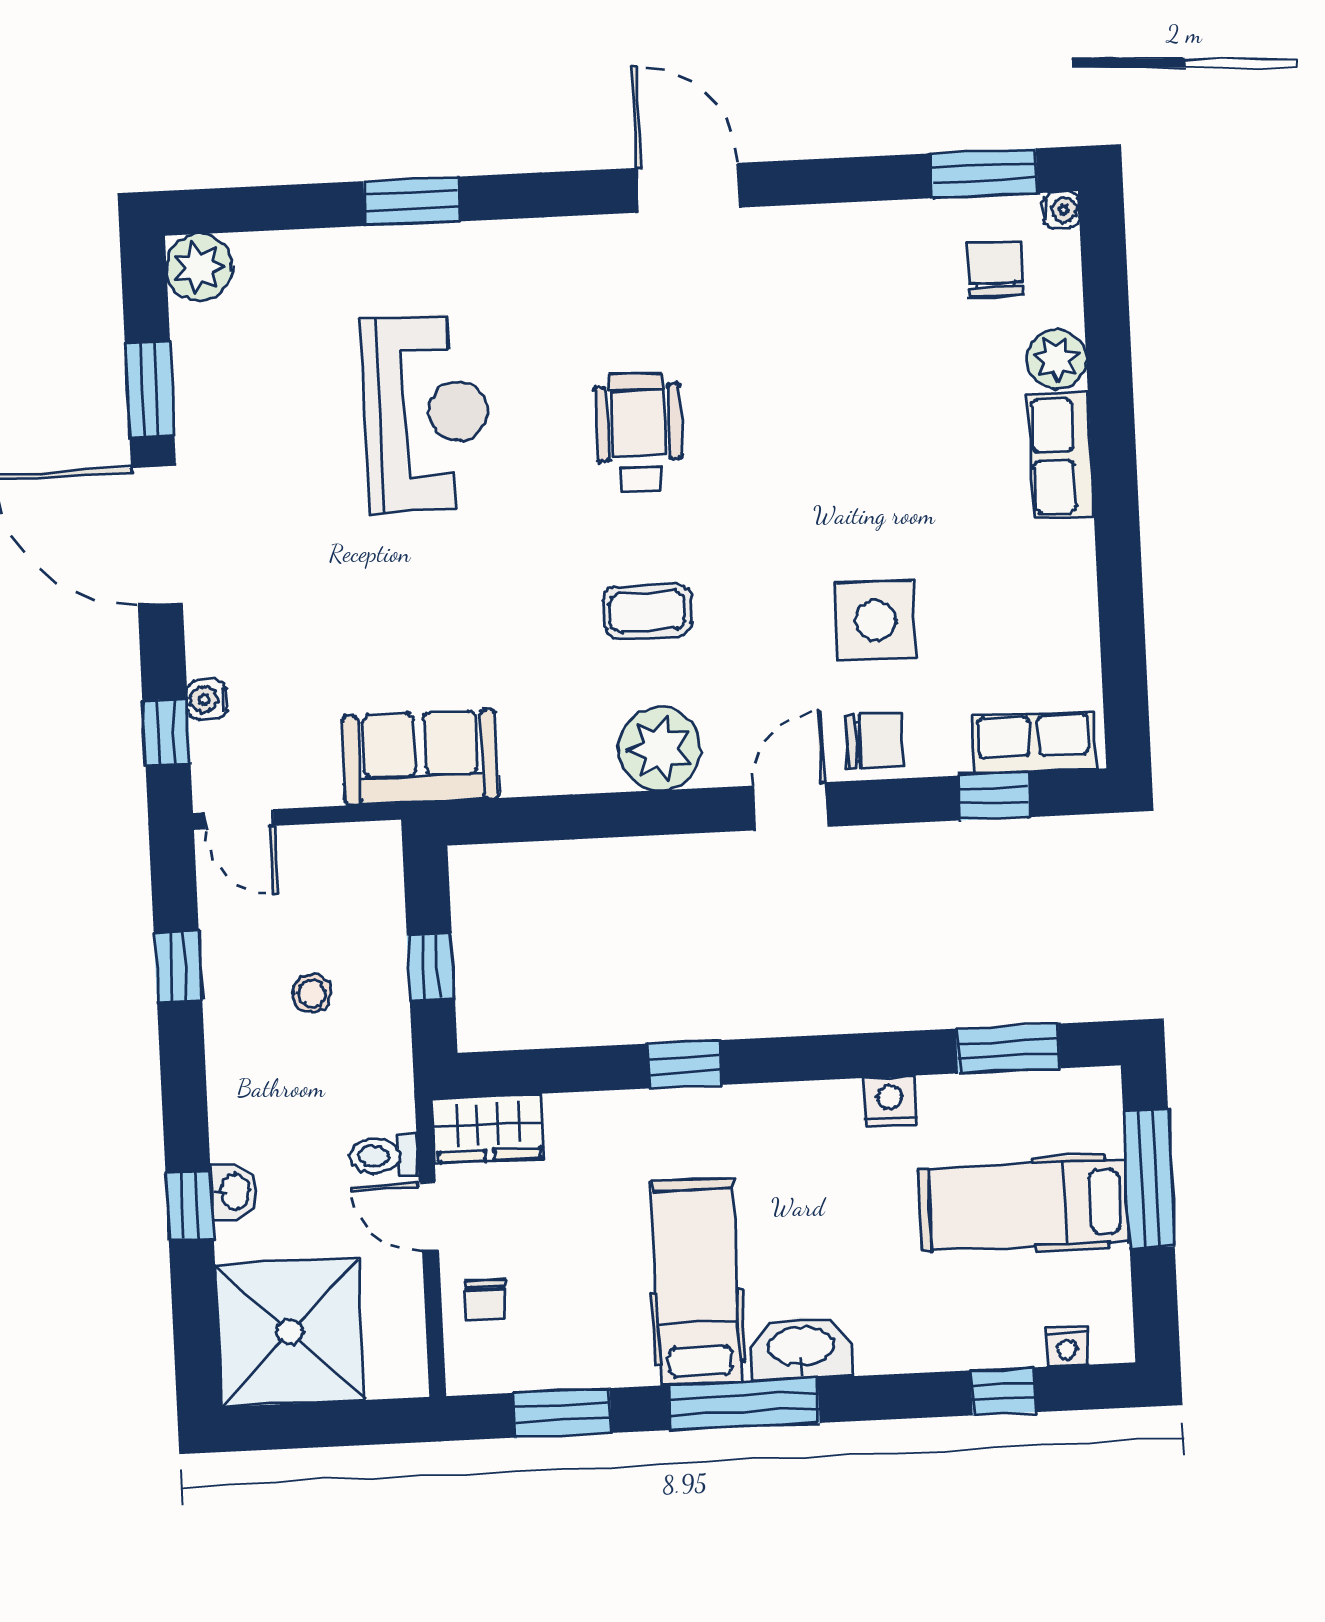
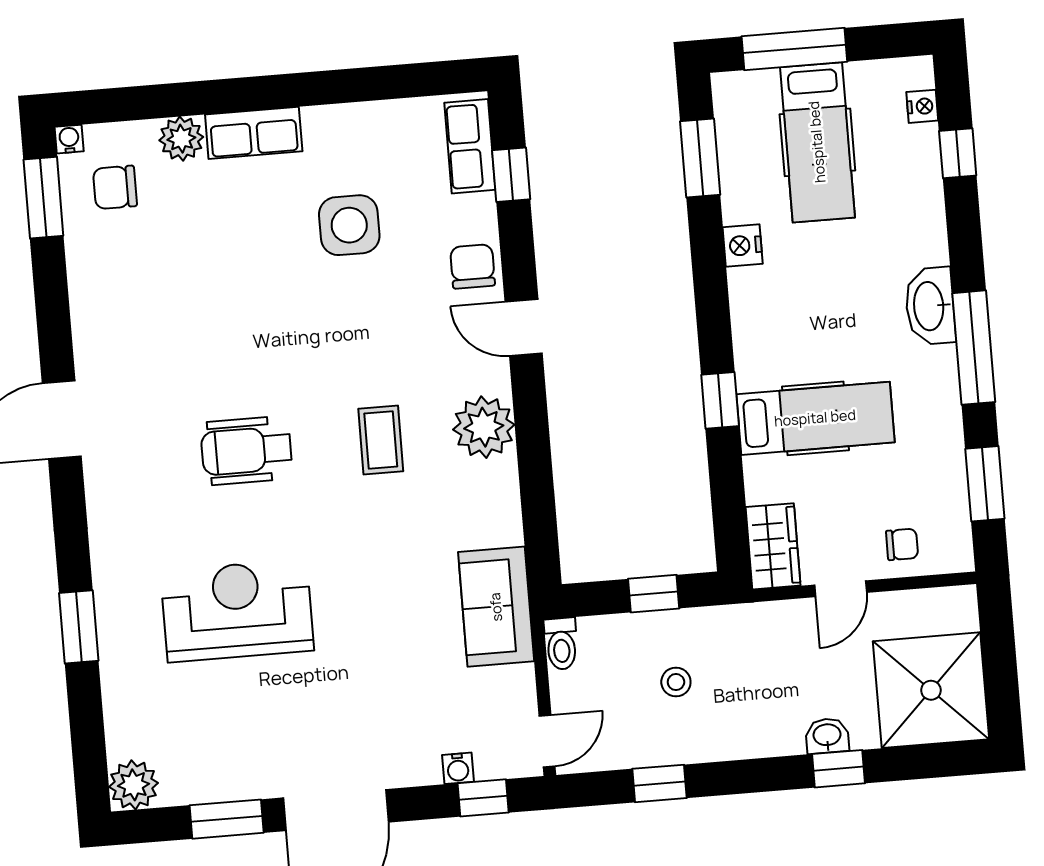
side table: (876, 621) -> (349, 225), moved
toilet: (383, 1155) -> (561, 644), moved
hospital bed: (696, 1282) -> (815, 418), moved, turned 180

